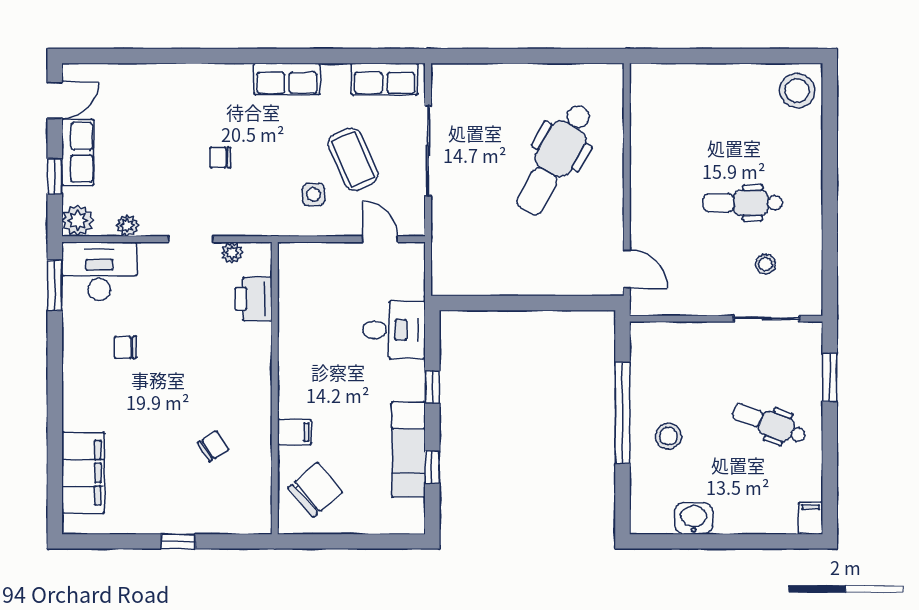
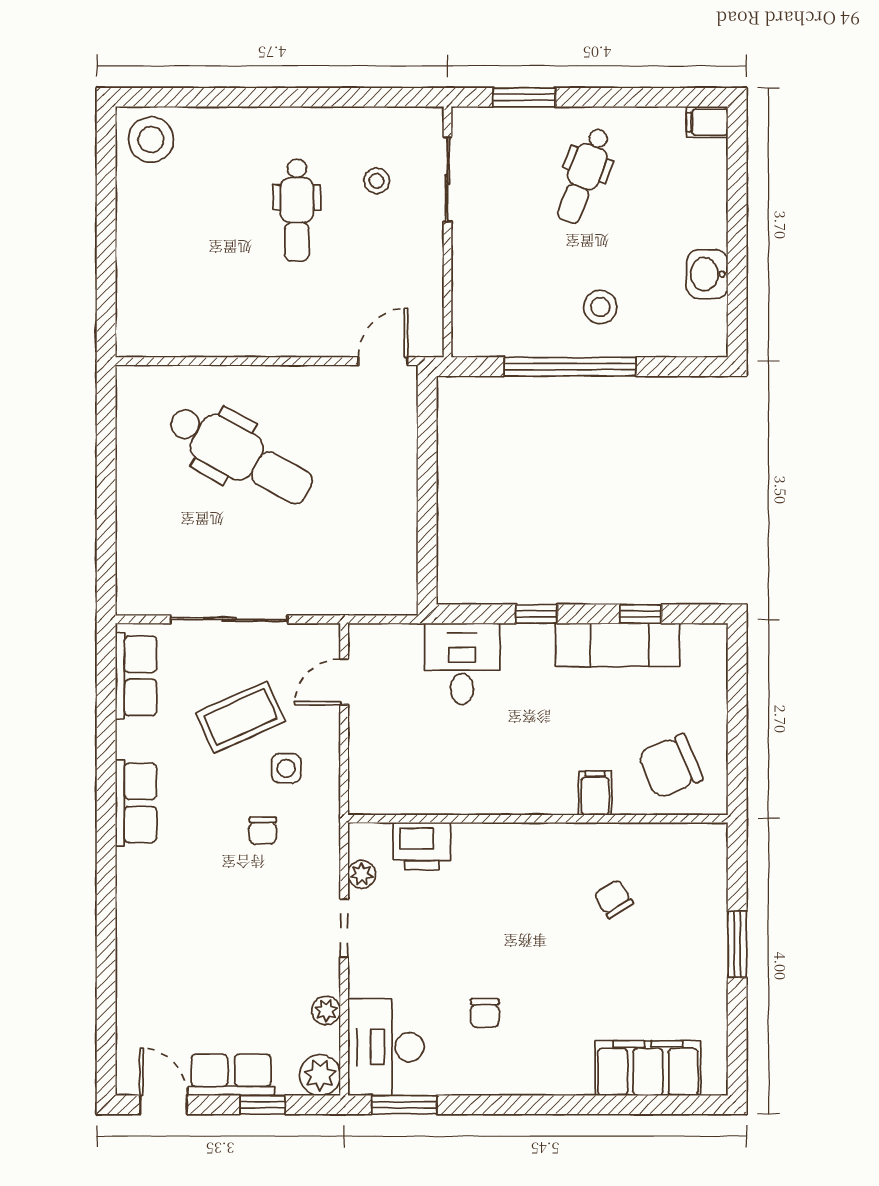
chair: (220, 157) -> (263, 831), moved
chair: (315, 490) -> (670, 766), turned -72
window: (178, 541) -> (737, 944), width x1.50

